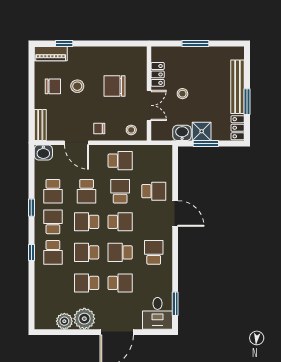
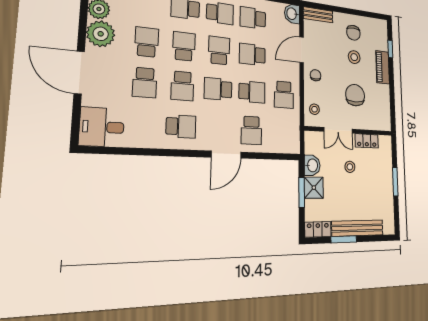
piano: (51, 54) -> (383, 67), moved
school desk: (120, 222) -> (218, 89), turned 90
school desk: (120, 252) -> (182, 86), turned 180
window: (175, 304) -> (114, 151), removed

